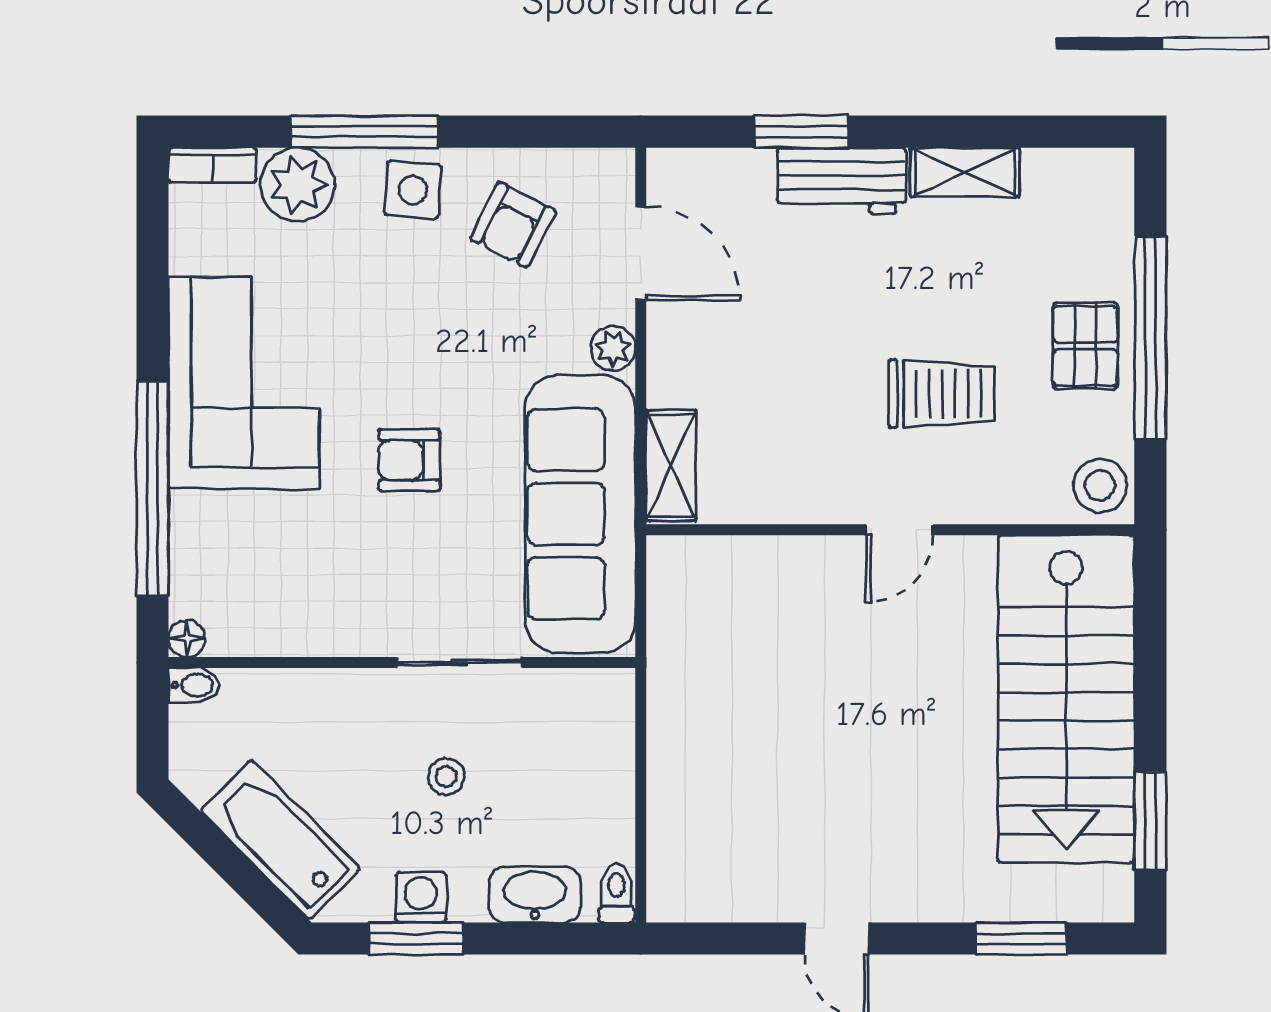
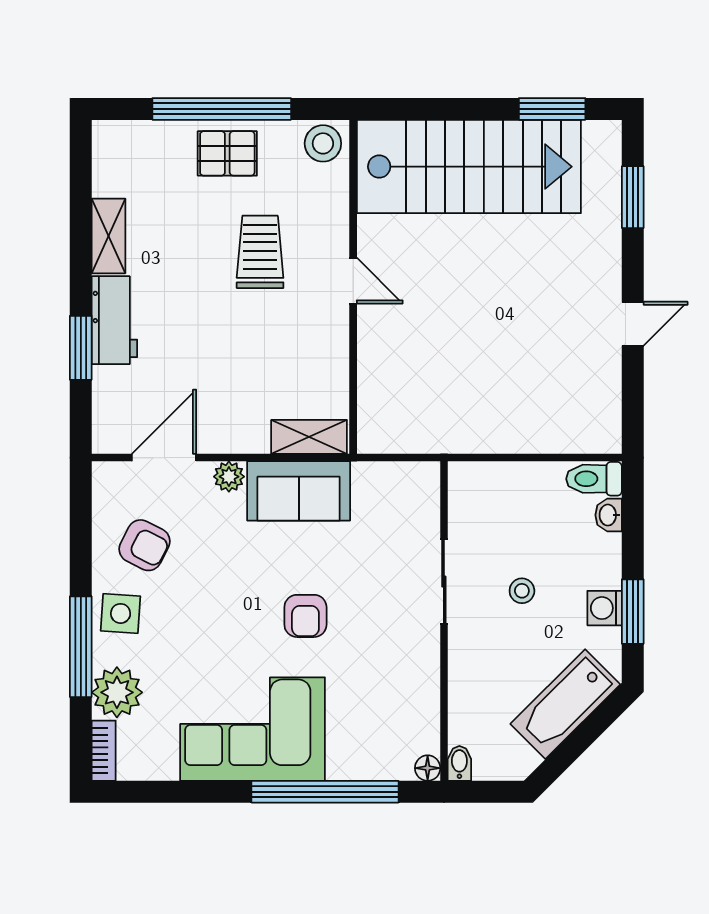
sofa: (580, 514) -> (299, 491), width x0.54, depth x0.79
toilet: (616, 893) -> (594, 479), width x1.37, depth x1.39
washbasin: (535, 894) -> (609, 515), width x0.52, depth x0.69

